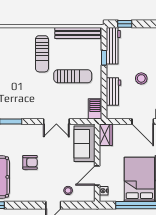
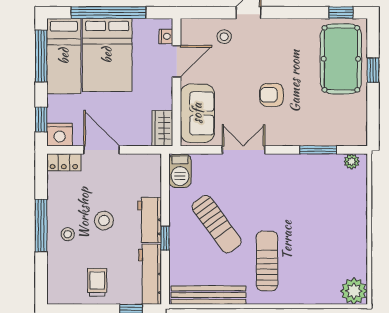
trolley: (145, 41) -> (97, 282), added
window: (104, 58) -> (165, 238), moved
sun lounger: (73, 76) -> (217, 224), turned -126
workbench: (114, 92) -> (150, 220), moved
armchair: (30, 162) -> (271, 95), moved

